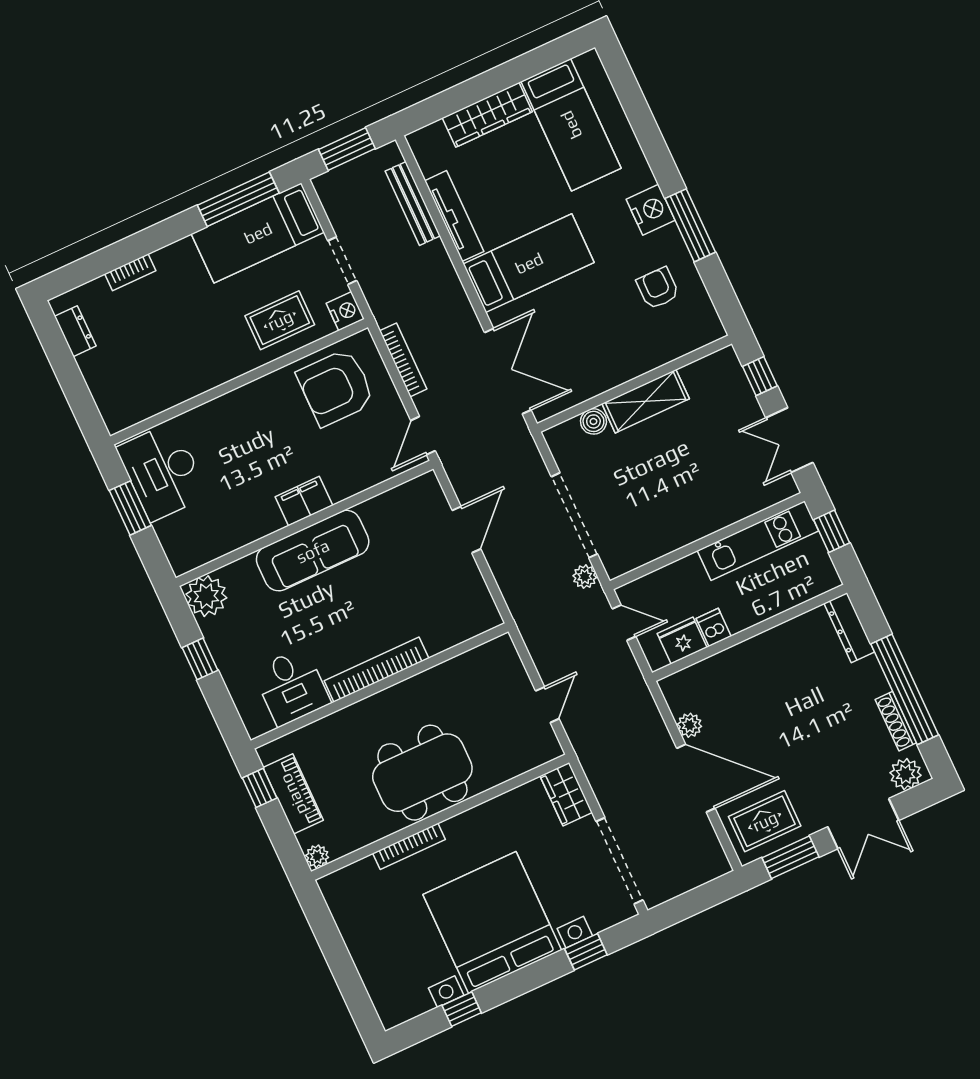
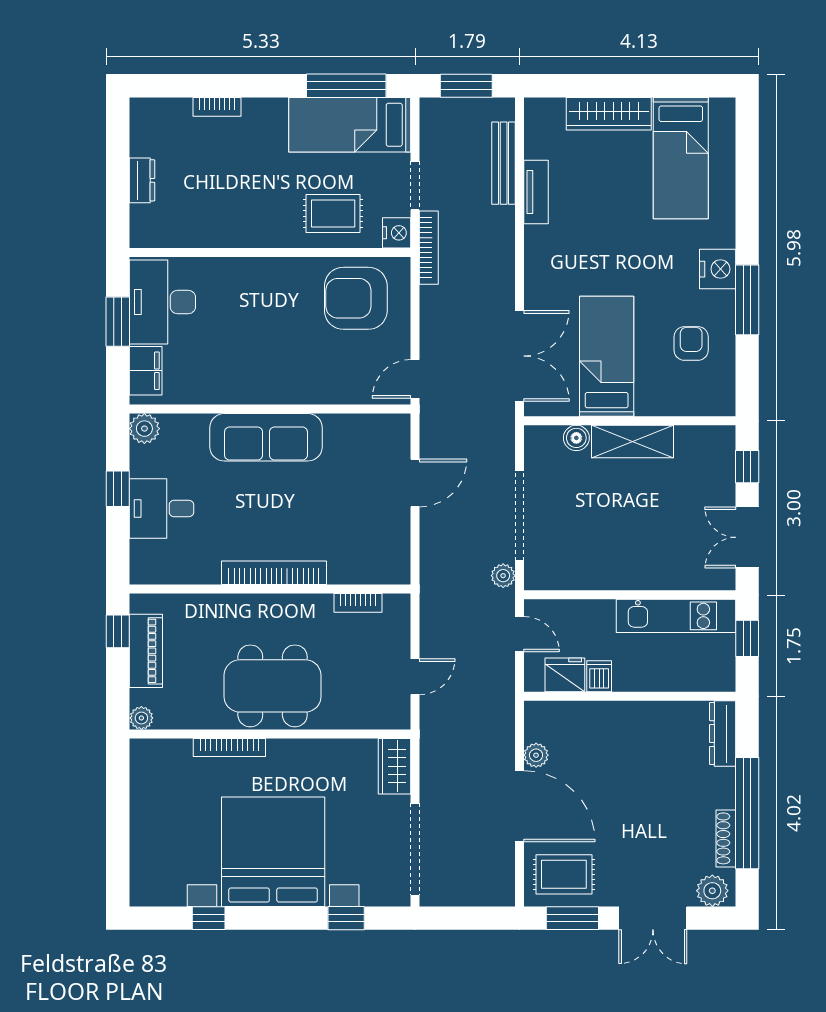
tv unit: (454, 216) -> (536, 192), width x0.71
bed: (529, 263) -> (607, 356), moved, turned -90
dresser: (75, 331) -> (142, 180), moved
bookcase: (403, 360) -> (429, 248), moved
filing cabinet: (304, 501) -> (146, 371), moved, turned 90
plant: (206, 596) -> (144, 429), width x0.73, depth x0.73
bookcase: (465, 662) -> (358, 603), added
desk: (291, 687) -> (162, 509), moved, turned 90

